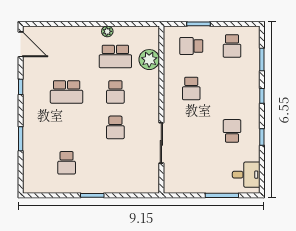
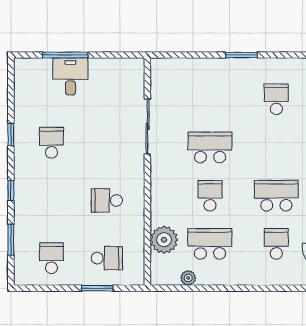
plant: (107, 31) -> (188, 278), moved
school desk: (67, 56) -> (276, 244), added
school desk: (191, 88) -> (107, 200), turned -90
school desk: (115, 127) -> (210, 148), width x1.85
school desk: (232, 131) -> (51, 143), turned 180
desk: (246, 175) -> (70, 76), moved, turned 90

